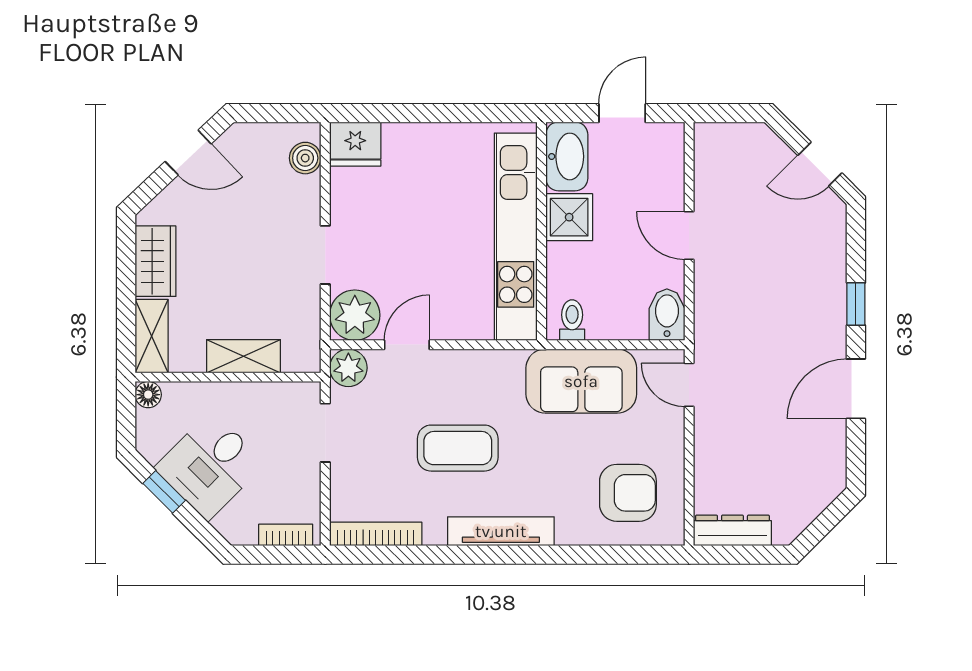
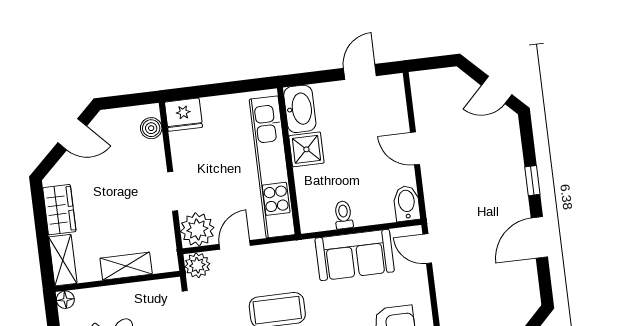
washbasin: (567, 156) -> (300, 109), moved
shower: (569, 217) -> (306, 149), moved
wall: (541, 231) -> (289, 161), moved
kitchen unit: (516, 237) -> (272, 167), moved

